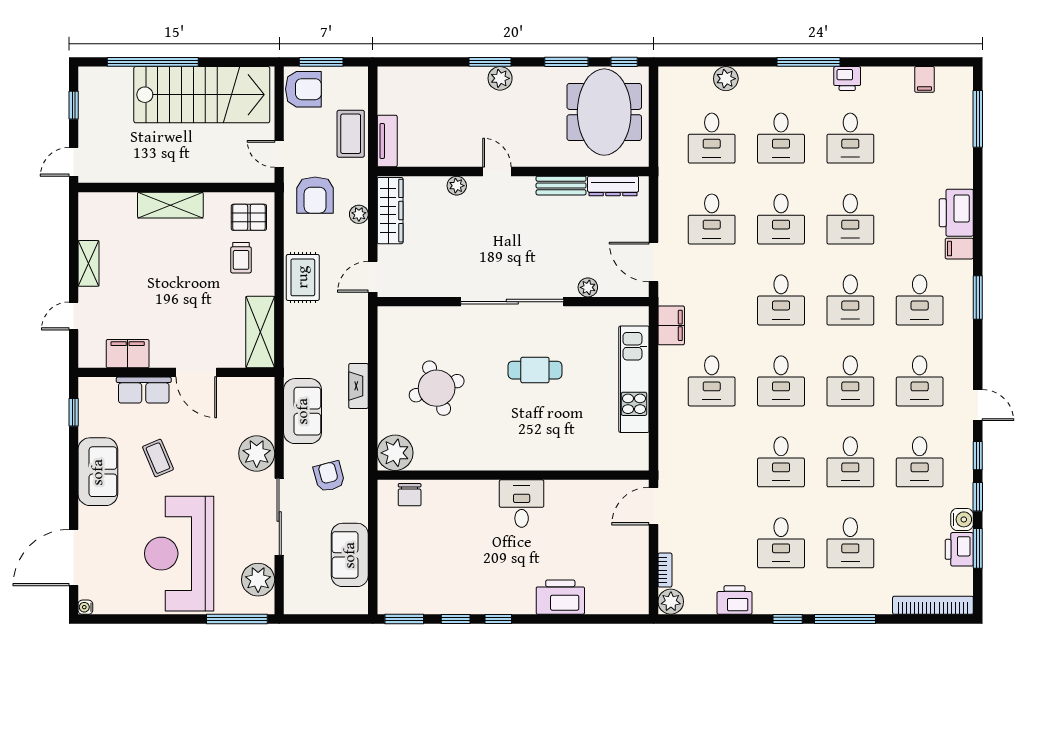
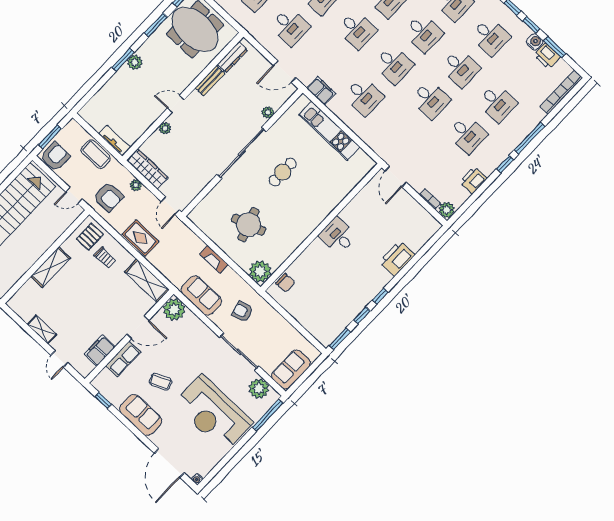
plant: (257, 453) -> (174, 310), moved
sofa: (350, 555) -> (291, 369), moved, turned 90

